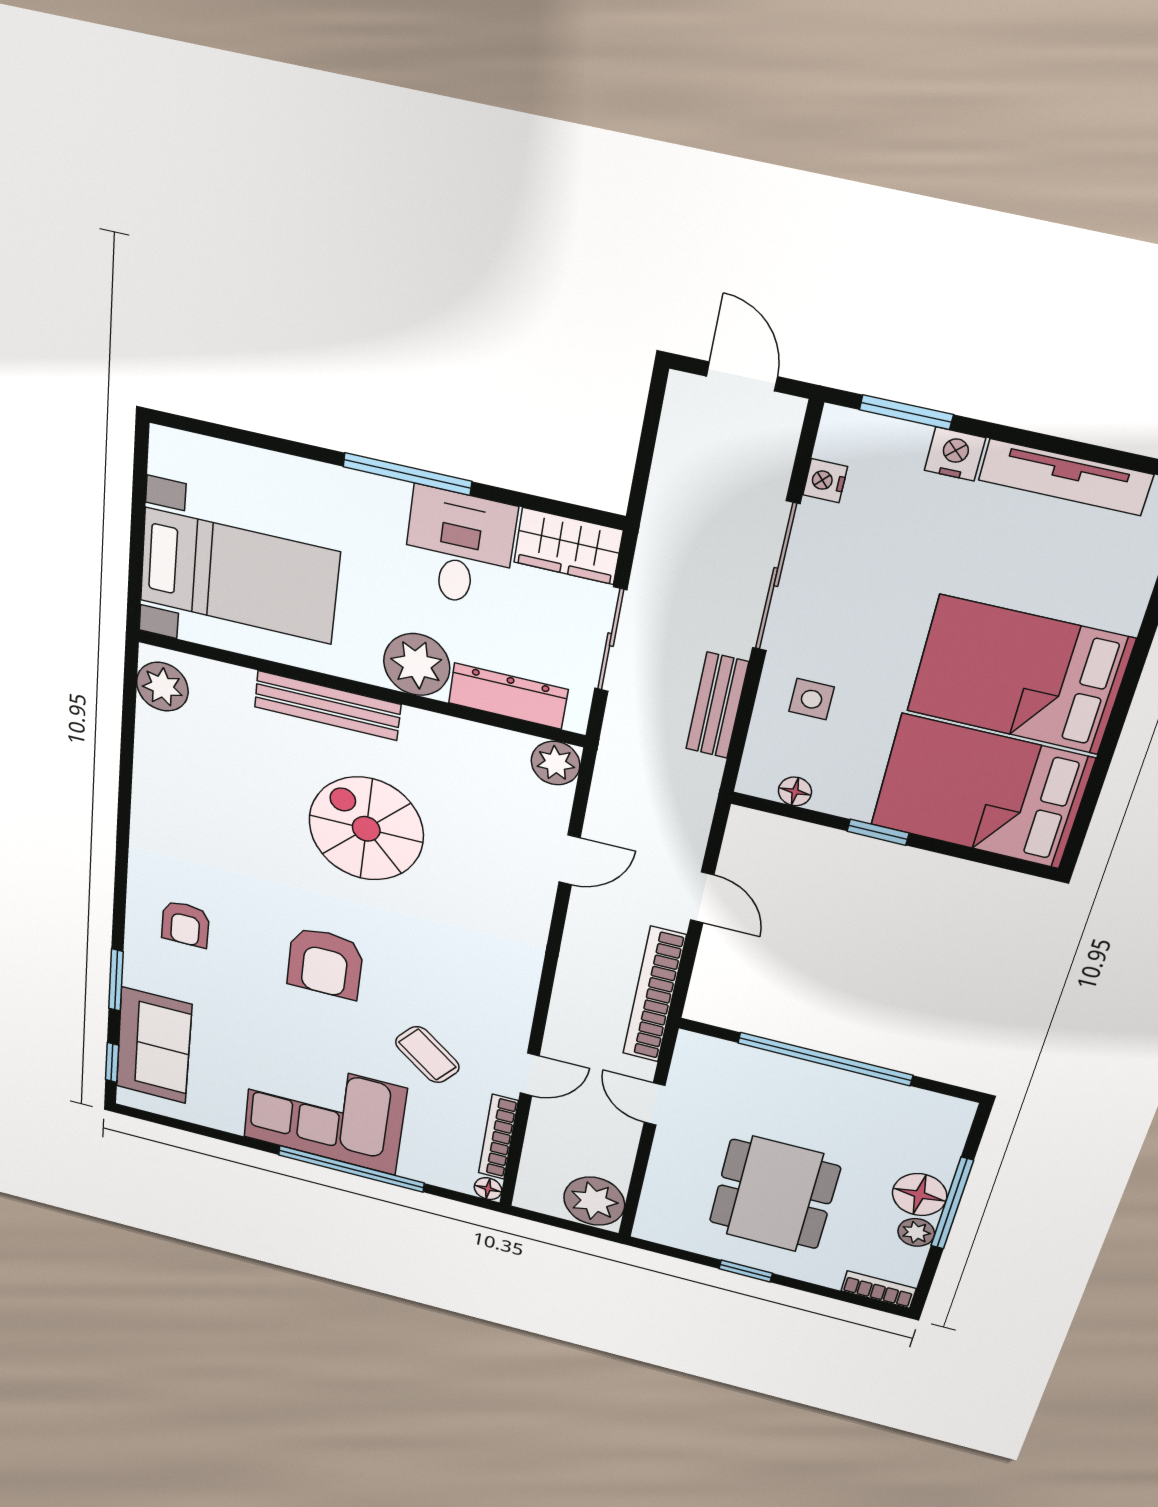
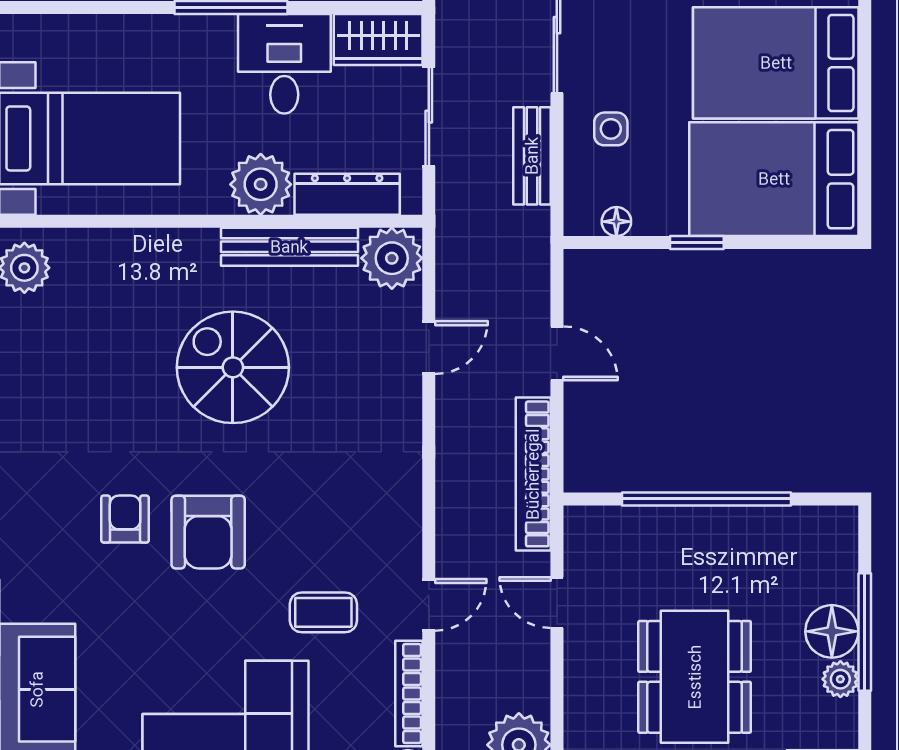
bench: (327, 706) -> (289, 247), moved
plant: (556, 763) -> (392, 258), width x1.36, depth x1.36
armchair: (185, 924) -> (125, 519), moved, turned 180
coffee table: (427, 1055) -> (323, 612), turned -39

